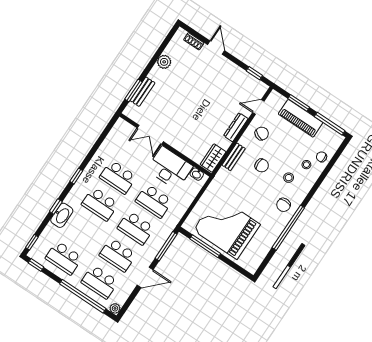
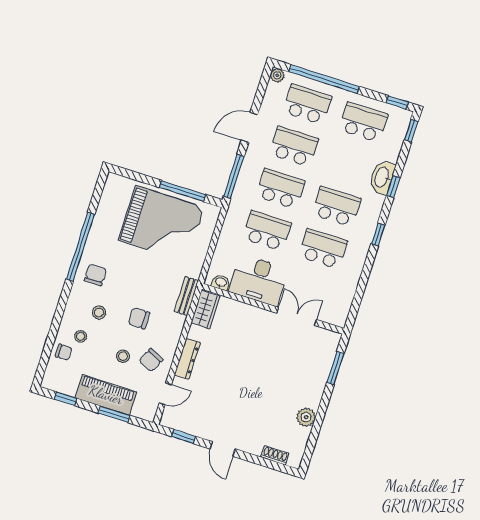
door: (216, 48) -> (223, 449), moved
bench: (142, 92) -> (323, 370), removed
window: (330, 124) -> (66, 399), width x0.46
stool: (281, 142) -> (123, 356), added
bench: (234, 157) -> (186, 296), moved

